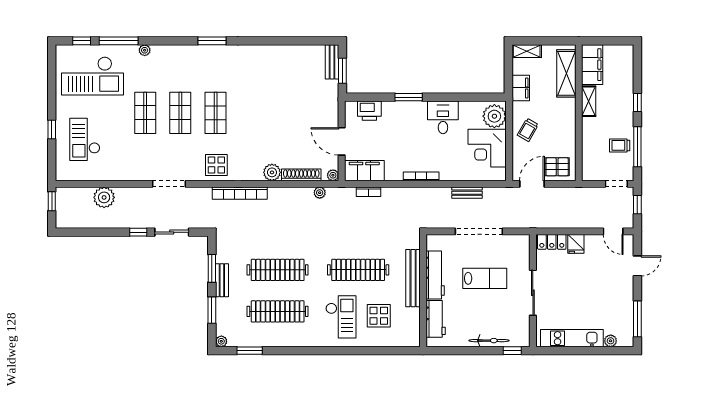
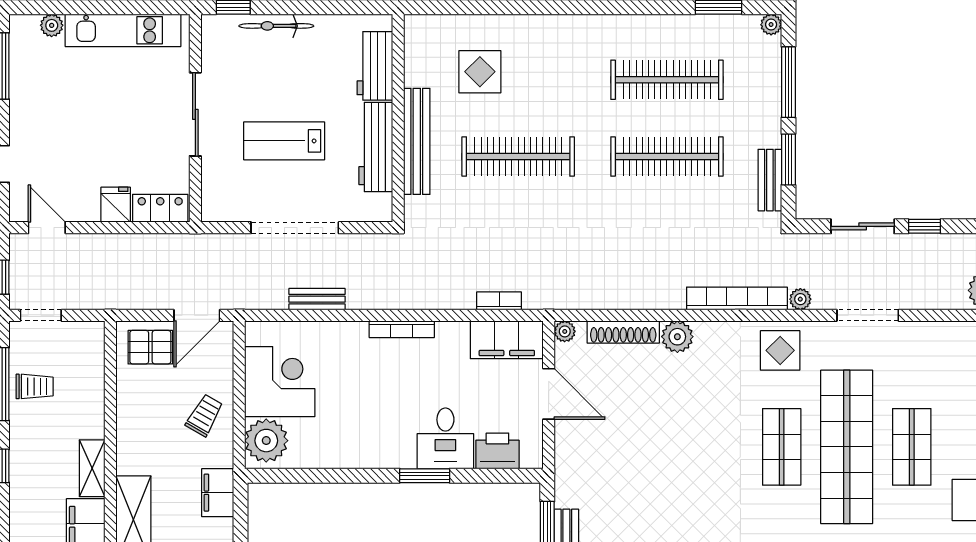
shop shelf: (180, 113) -> (847, 447), width x2.00, depth x1.36
desk: (443, 117) -> (445, 438), moved
plant: (320, 193) -> (800, 299), moved
bench: (222, 280) -> (770, 180), moved
window: (212, 310) -> (788, 82), width x1.44
checkout: (341, 317) -> (550, 70), removed

